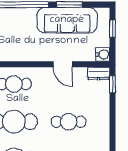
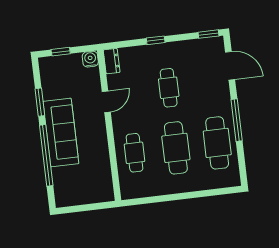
sofa: (67, 20) -> (61, 132), moved
window: (113, 84) -> (156, 40), moved

